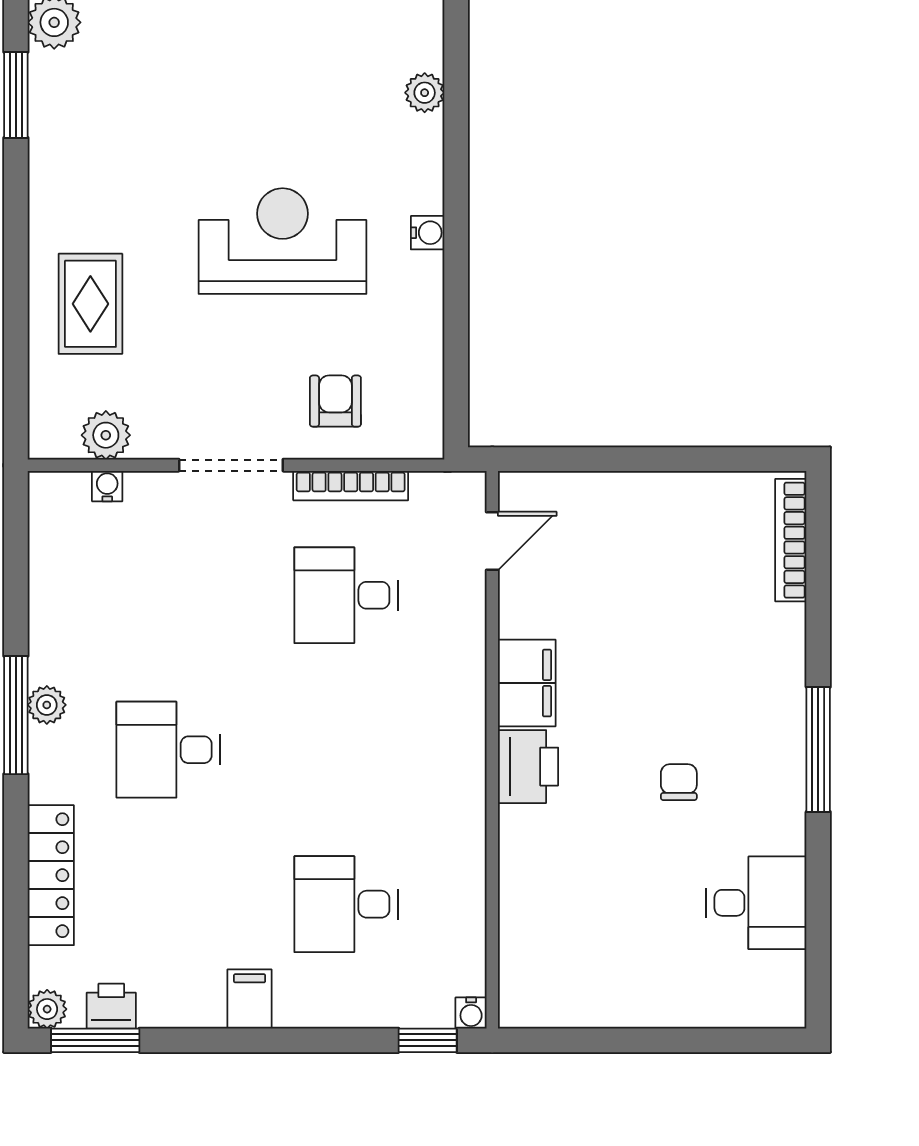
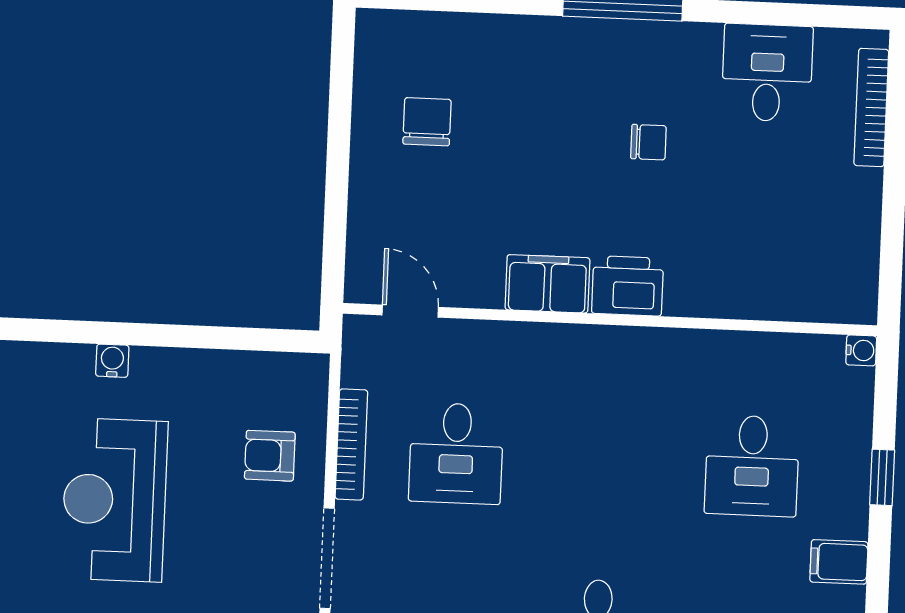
bookcase: (791, 540) -> (871, 107), moved, turned 90
chair: (690, 550) -> (427, 122), added
chair: (679, 782) -> (648, 142), turned 180
window: (428, 1040) -> (882, 477), moved

